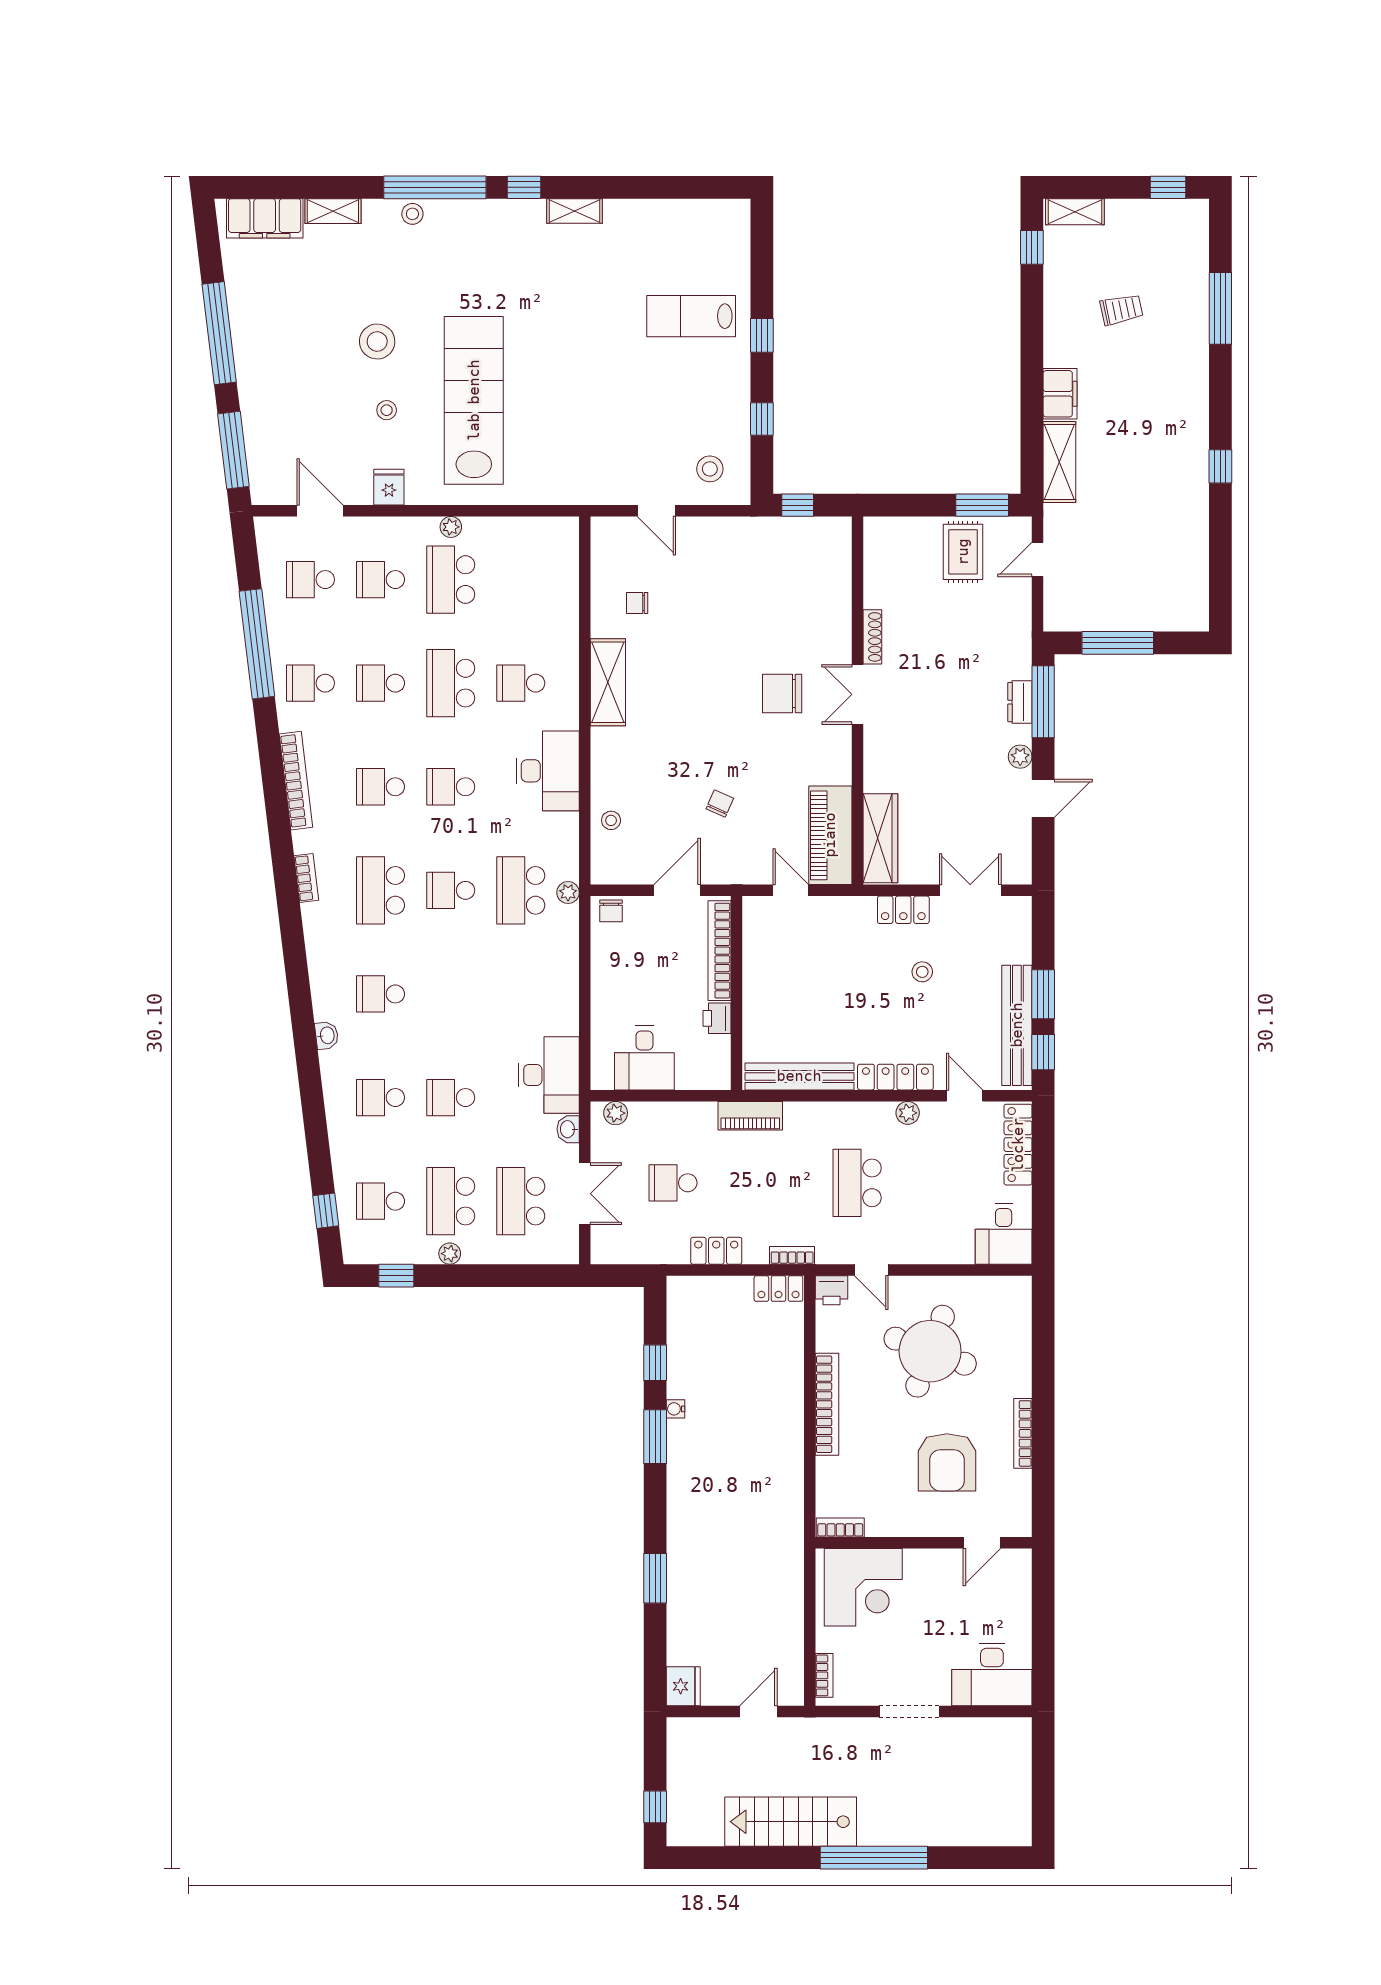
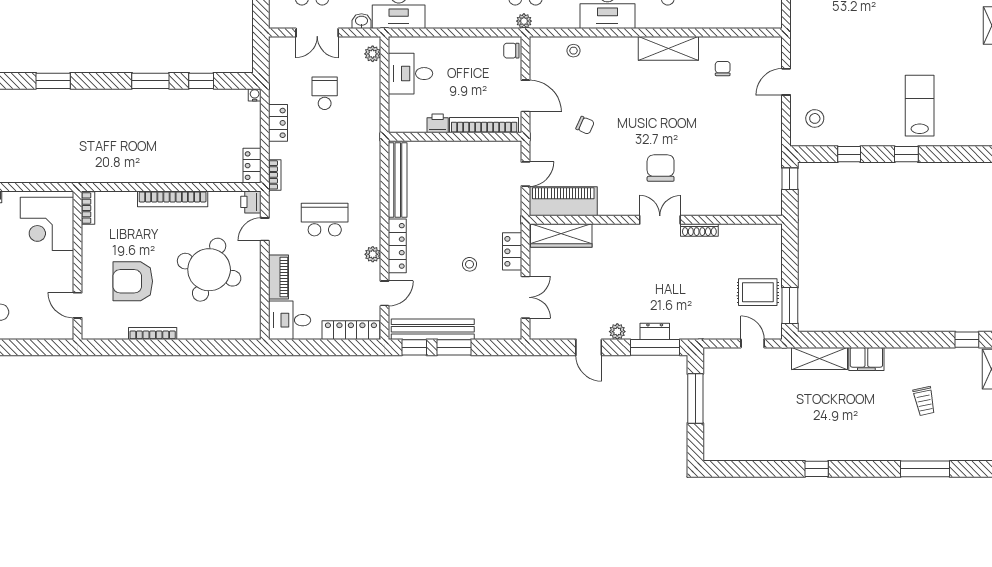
piano: (750, 1116) -> (279, 277), moved, turned 180
water cooler: (675, 1409) -> (255, 95), moved

